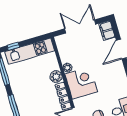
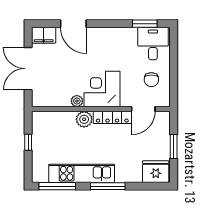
window: (13, 46) -> (28, 142), moved
kitchen unit: (30, 51) -> (82, 173), moved, turned -90

